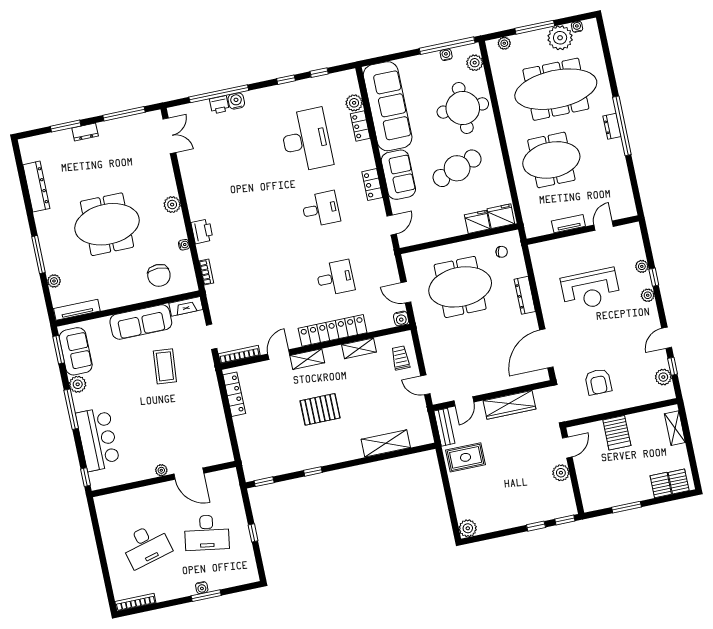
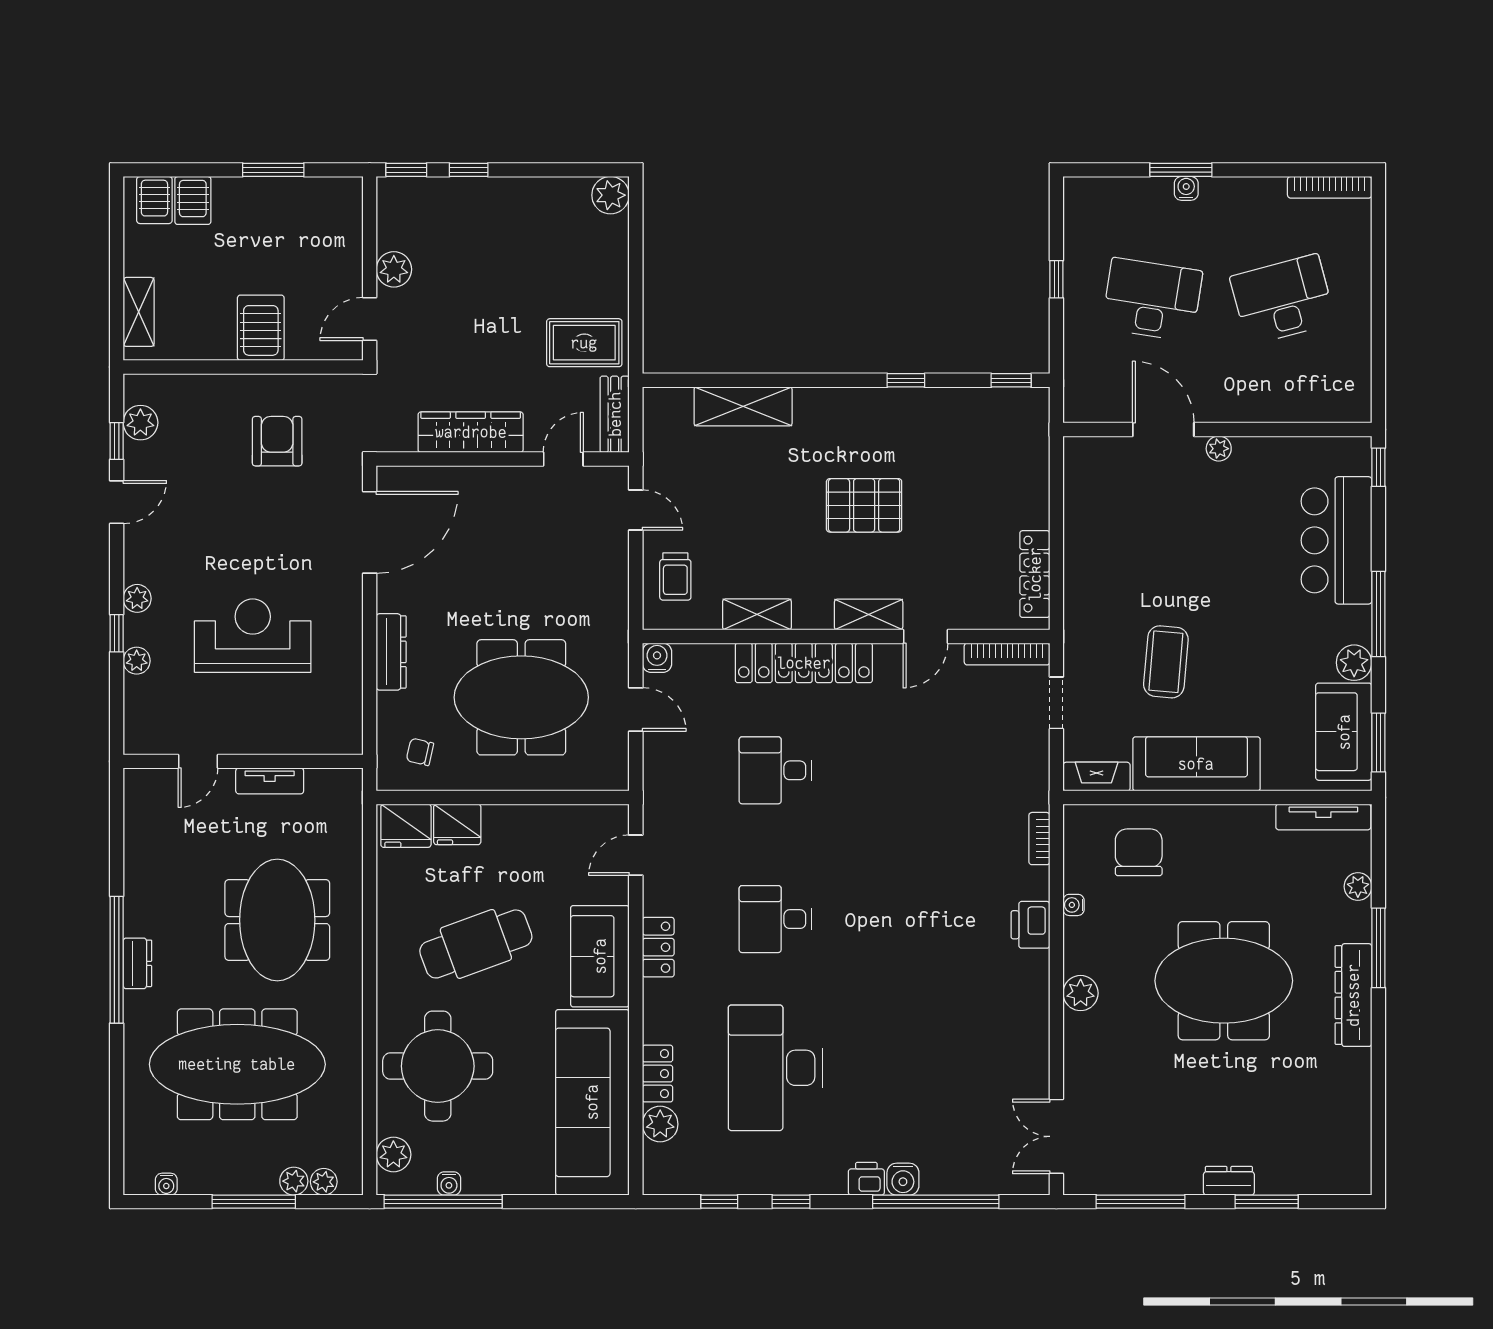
plant: (560, 38) -> (294, 1181), moved, width x0.53, depth x0.53
printer: (219, 105) -> (866, 1179), moved
meeting table: (551, 160) -> (277, 920), turned 90
dresser: (36, 187) -> (1353, 995), moved

